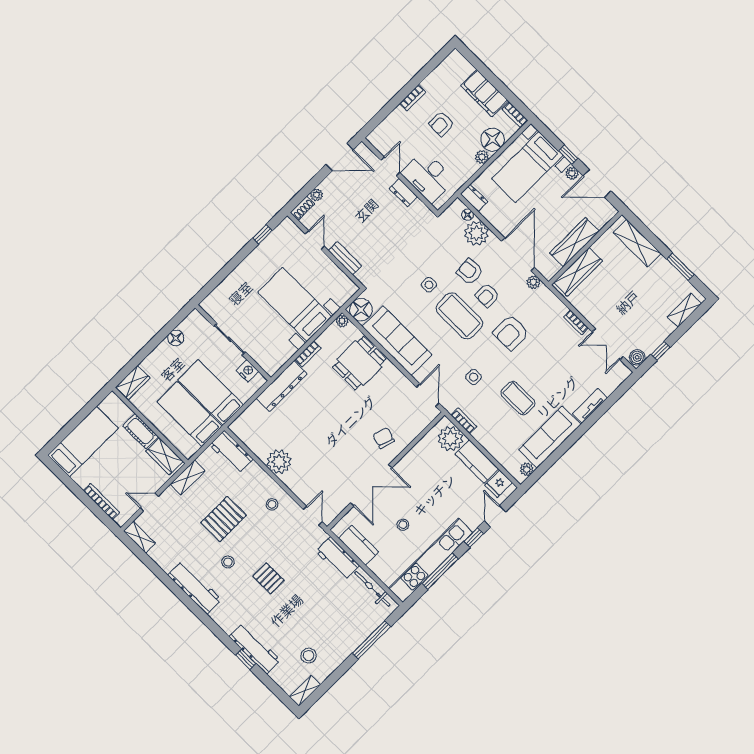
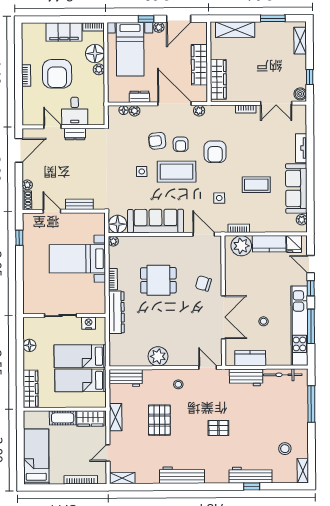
armchair: (441, 124) -> (57, 74), width x1.88, depth x1.88
desk: (428, 176) -> (75, 111), width x0.73
dresser: (474, 198) -> (139, 97), moved
plant: (476, 233) -> (134, 111), width x0.53, depth x0.53
dining table: (359, 363) -> (158, 280), moved, turned 90
wardrobe: (133, 383) -> (31, 389), width x1.50
stool: (228, 562) -> (186, 442), removed

